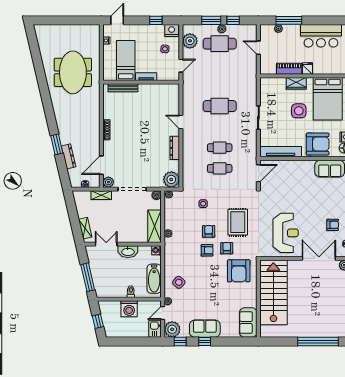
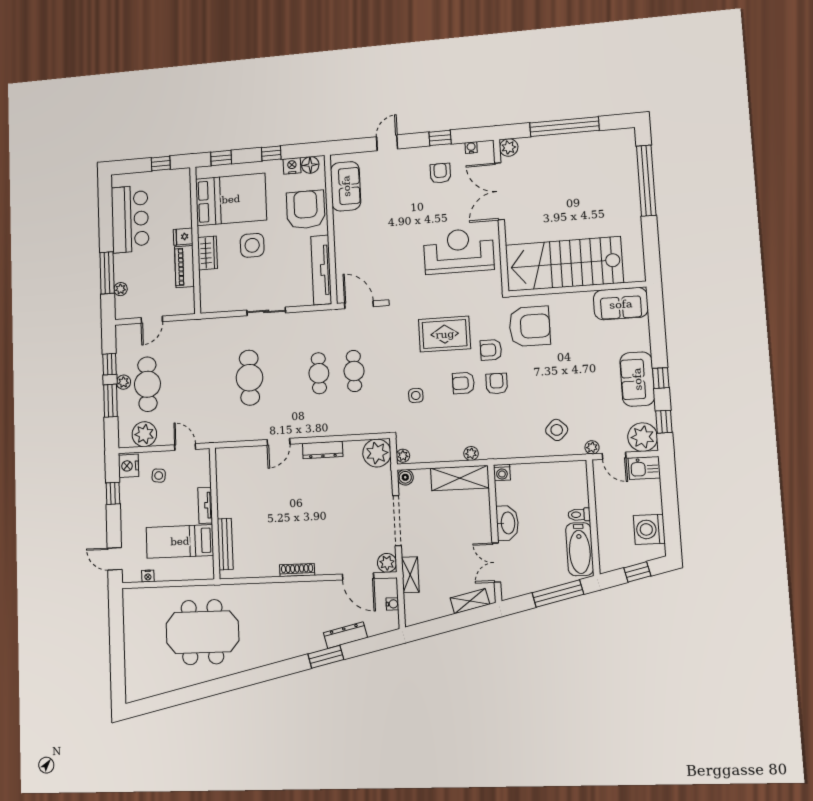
bathtub: (154, 279) -> (580, 549), moved, turned 90
washing machine: (129, 309) -> (649, 529), moved, turned 180

